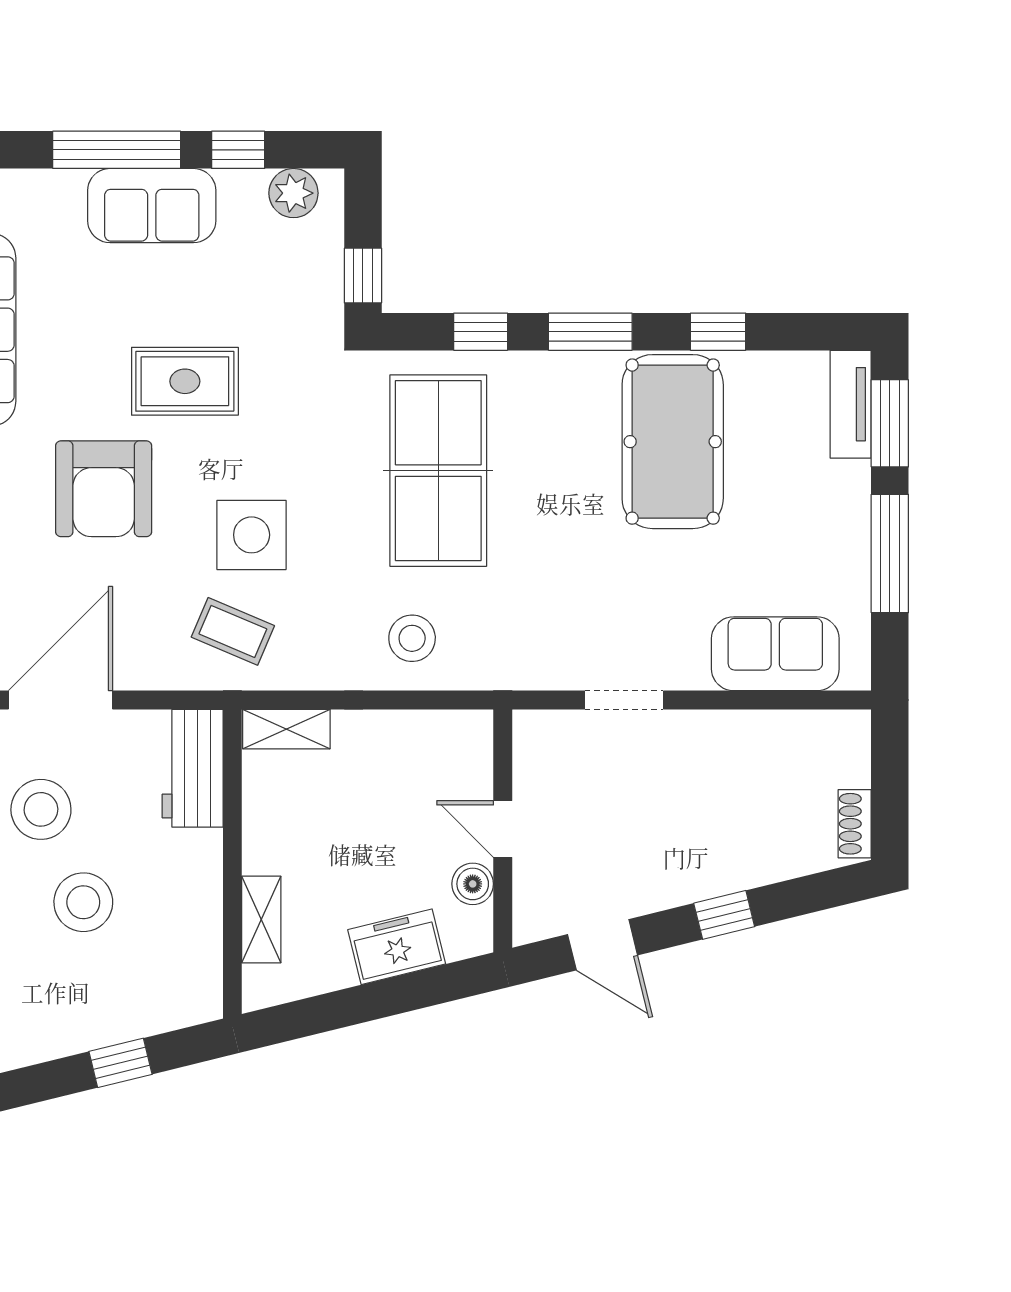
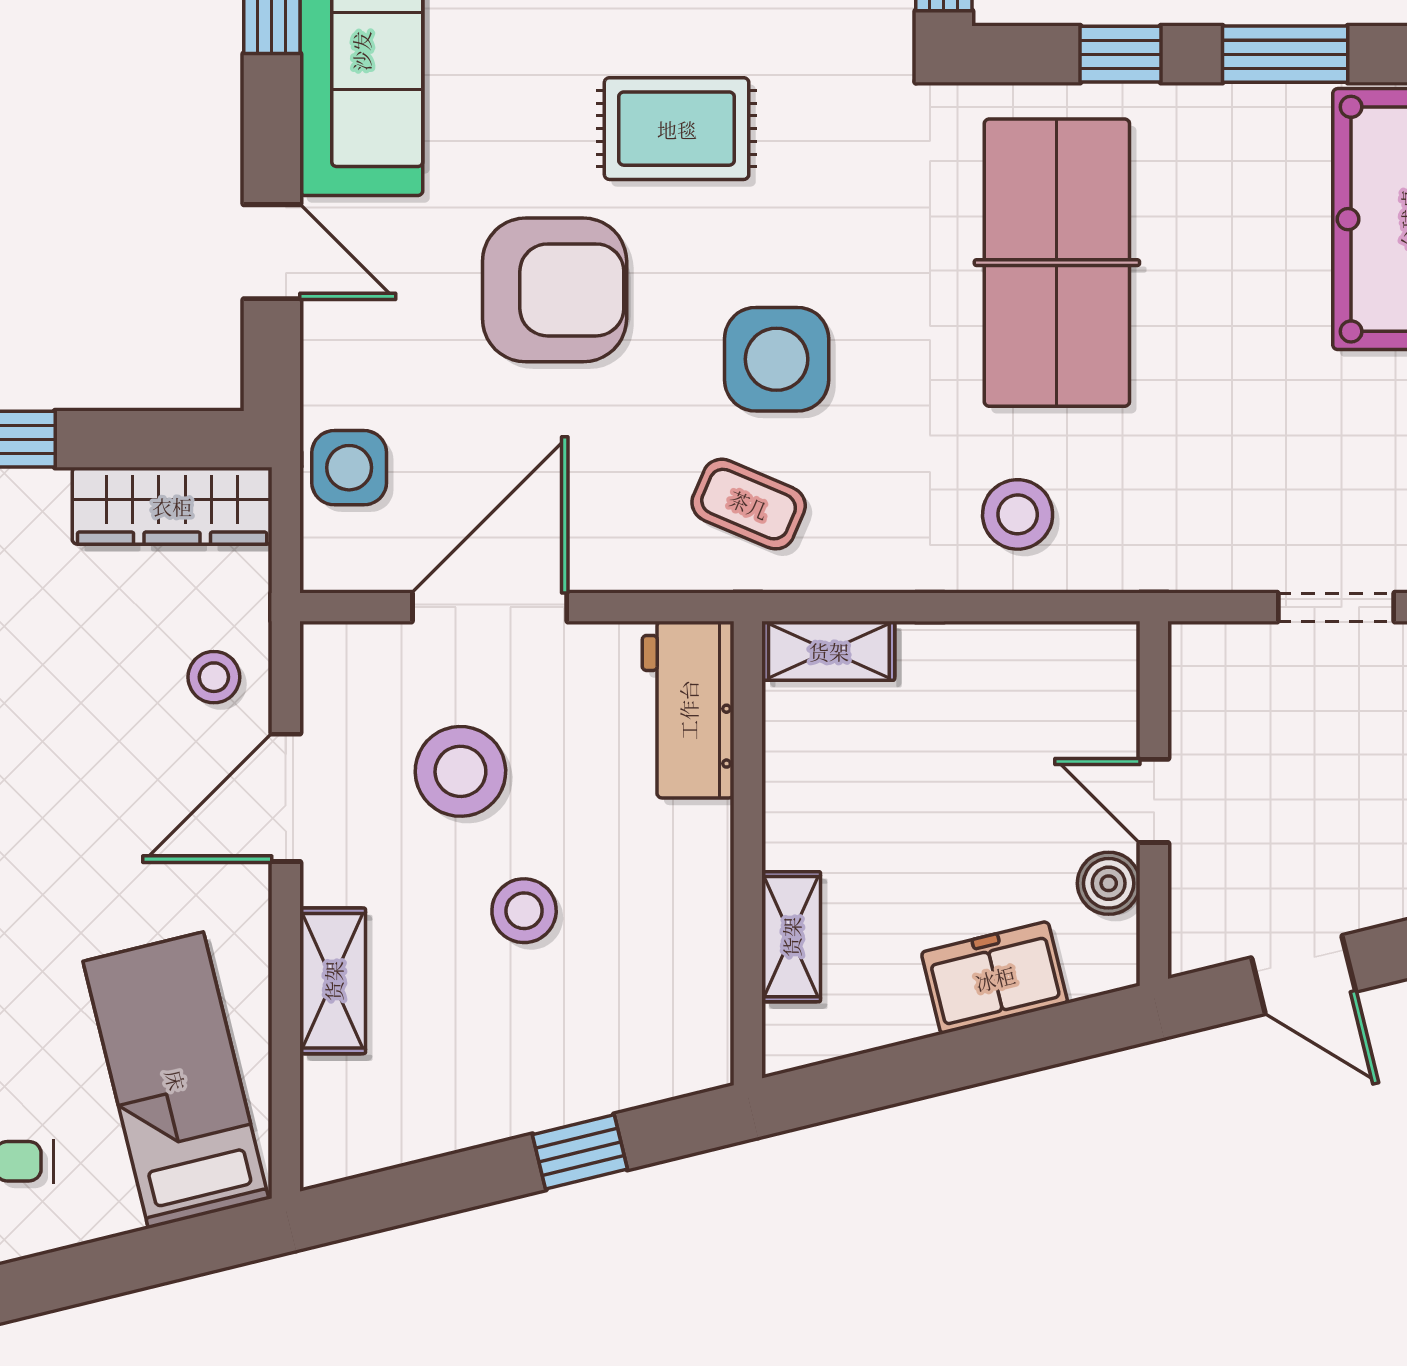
armchair: (104, 489) -> (555, 290), turned -90
stool: (83, 902) -> (524, 911), width x0.73, depth x0.73

